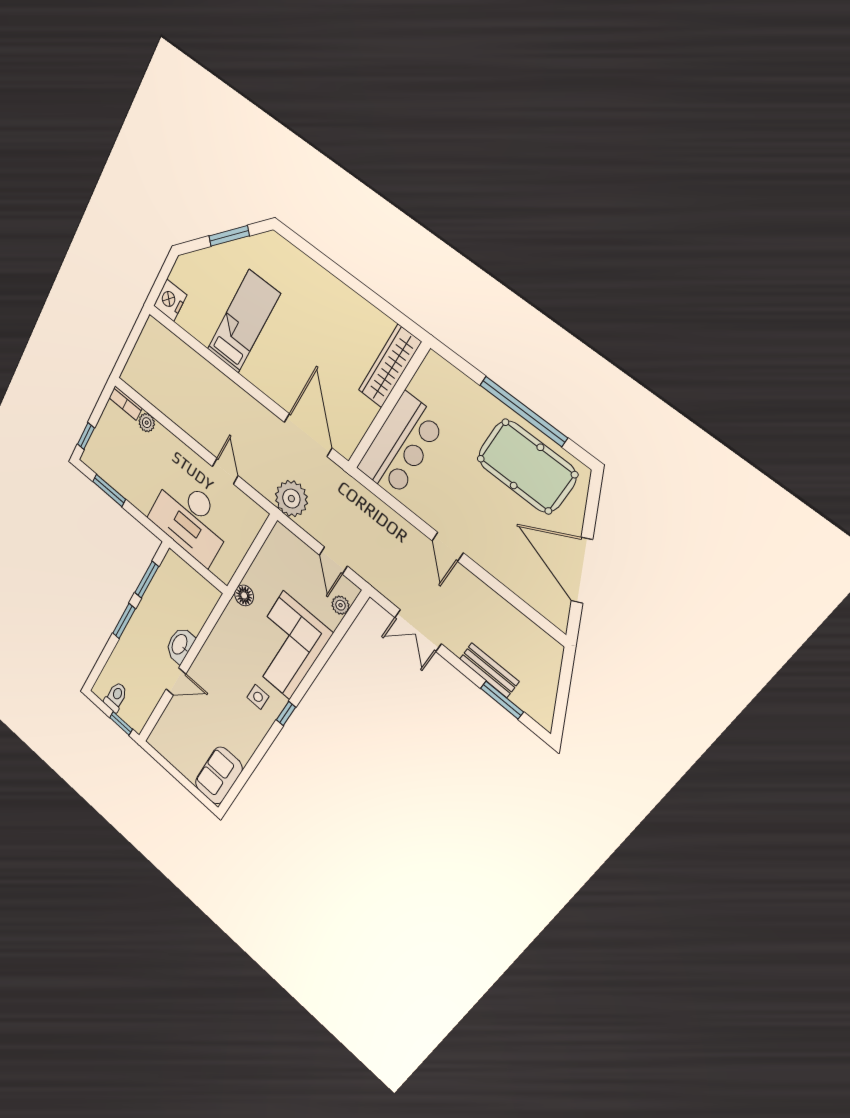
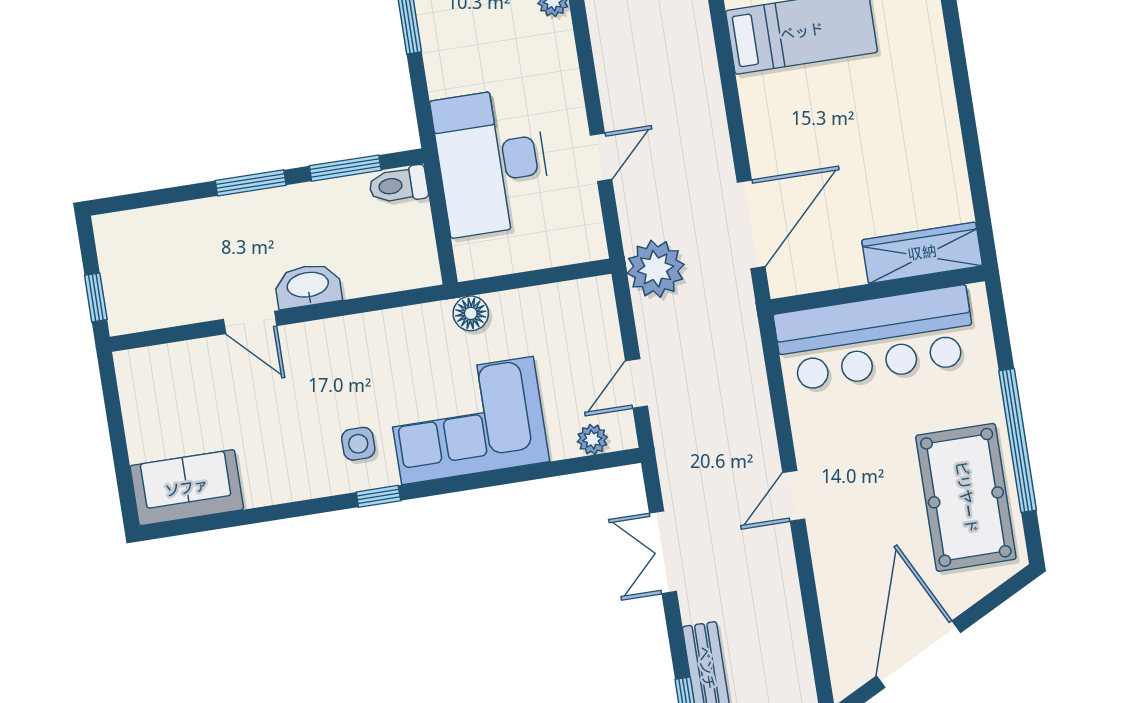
bar counter: (401, 445) -> (875, 338), width x1.36
toilet: (116, 697) -> (398, 185), moved, turned 180

